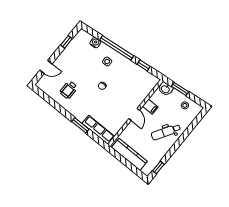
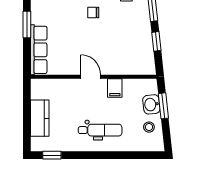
washbasin: (166, 89) -> (151, 104), moved
door: (134, 114) -> (91, 77), swing flipped
dental chair: (166, 132) -> (100, 130), turned 149
kitchen counter: (129, 154) -> (40, 118), width x0.67

